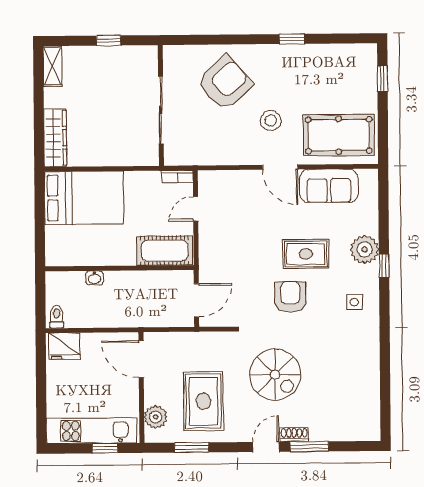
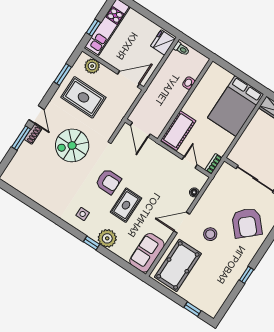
floor lamp: (231, 177) -> (194, 192), added
sofa: (329, 186) -> (147, 253), moved

